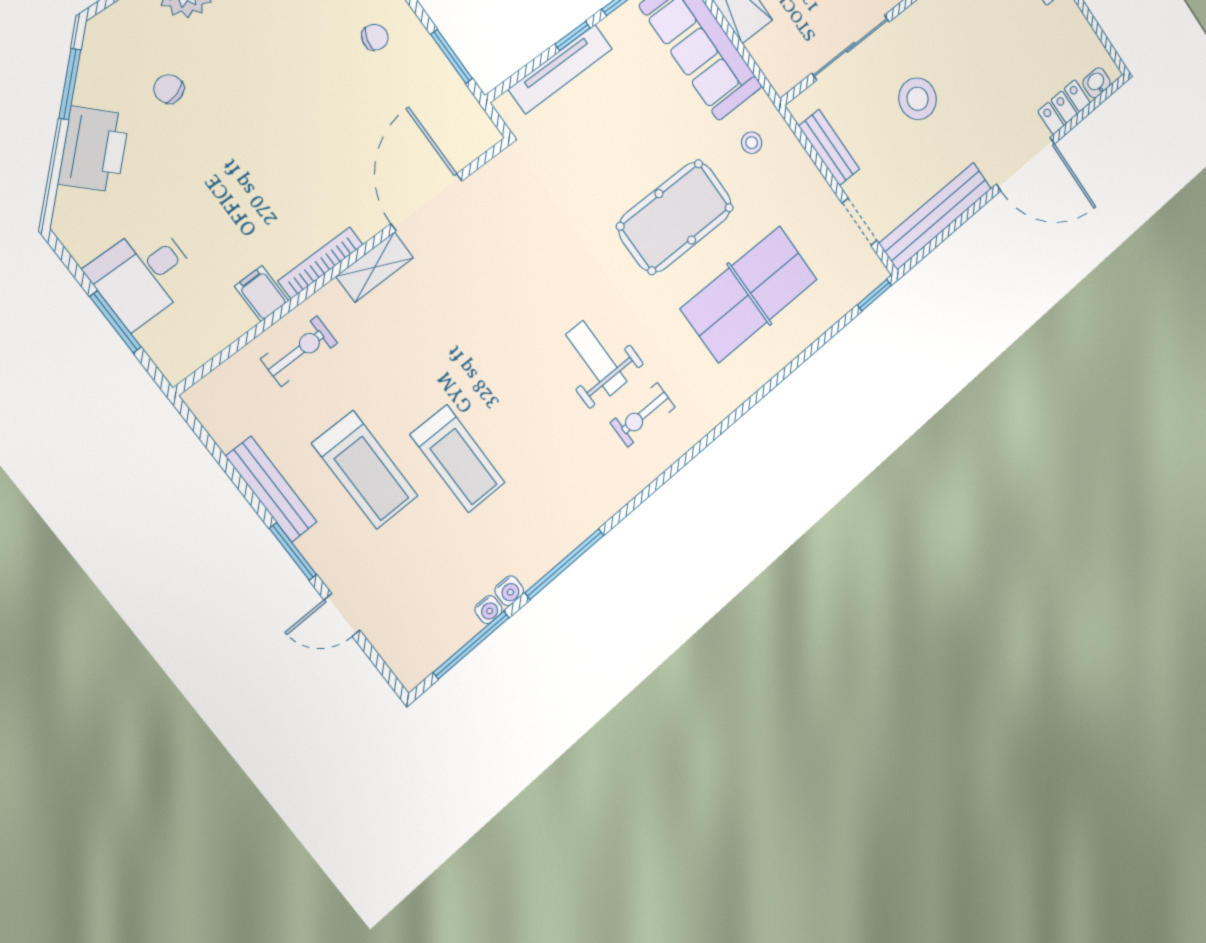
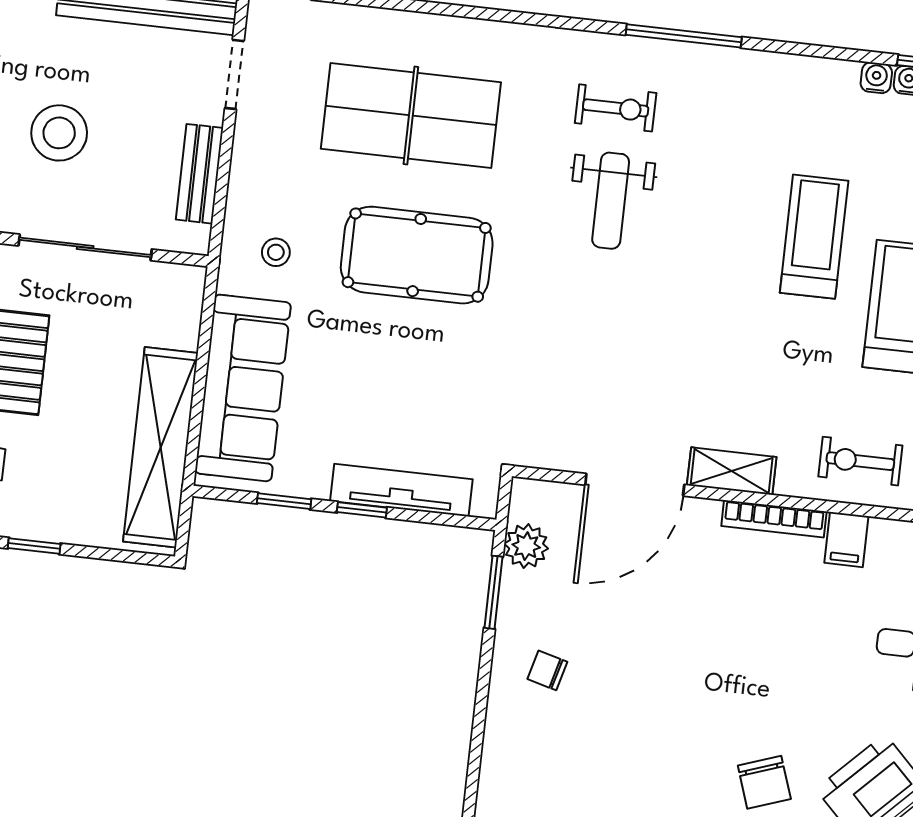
chair: (169, 89) -> (764, 782), width x1.37, depth x1.37
plant: (458, 103) -> (526, 546), added
window: (565, 564) -> (684, 36), moved

